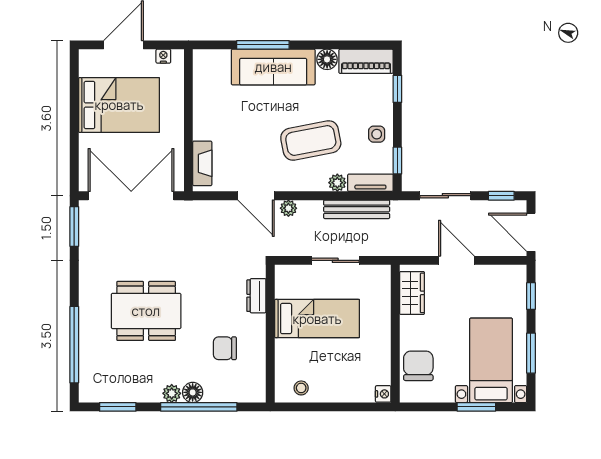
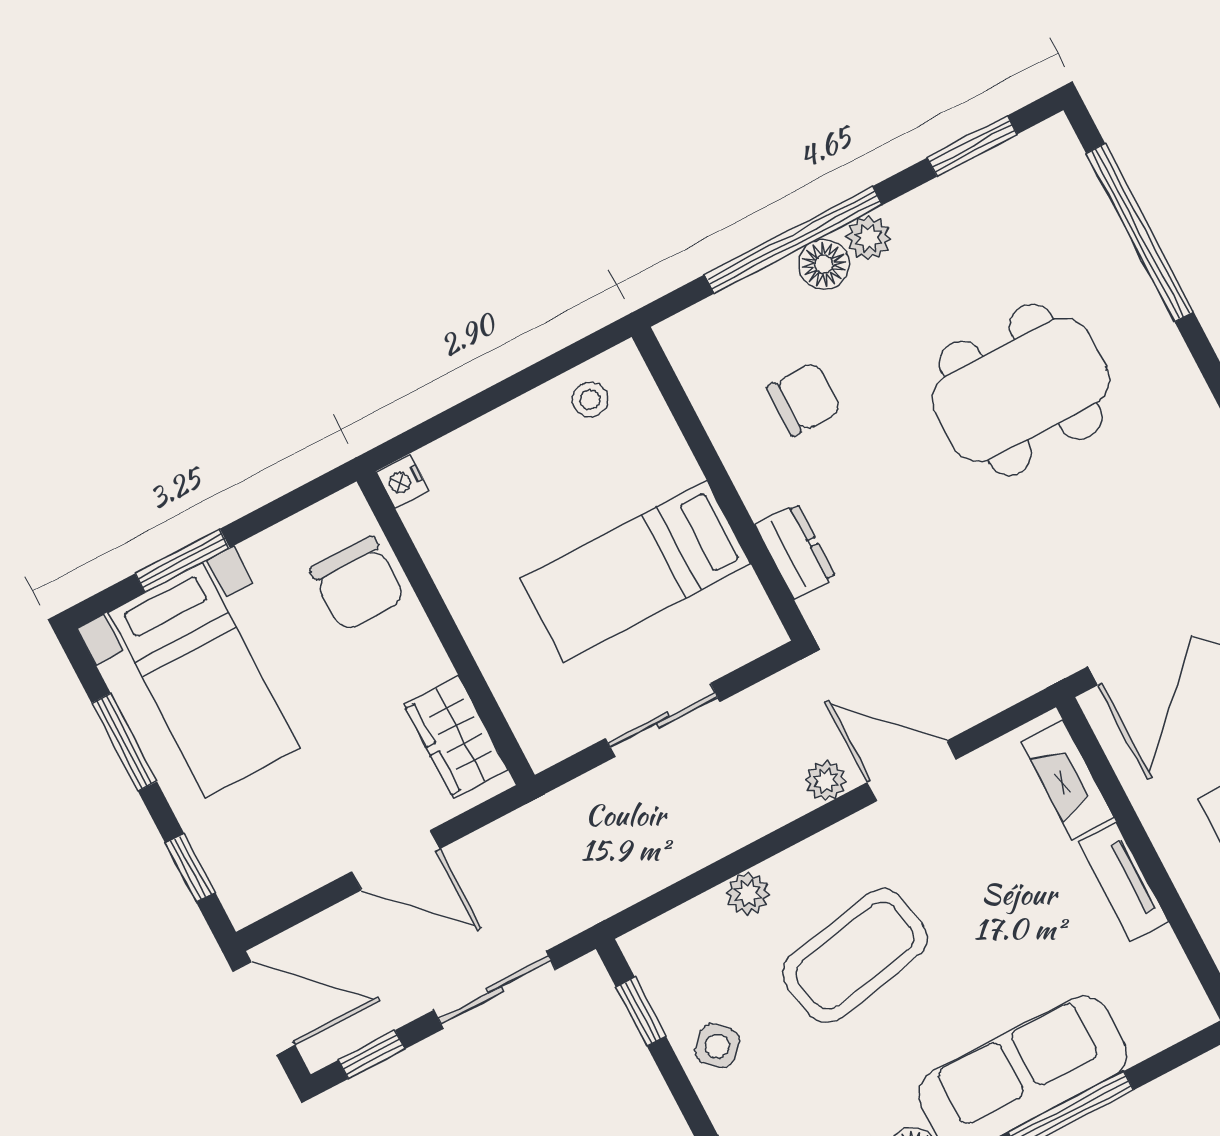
side table: (377, 134) -> (717, 1046), turned 45
tv unit: (370, 183) -> (1123, 882), moved, turned 90
bench: (357, 209) -> (675, 857), removed

